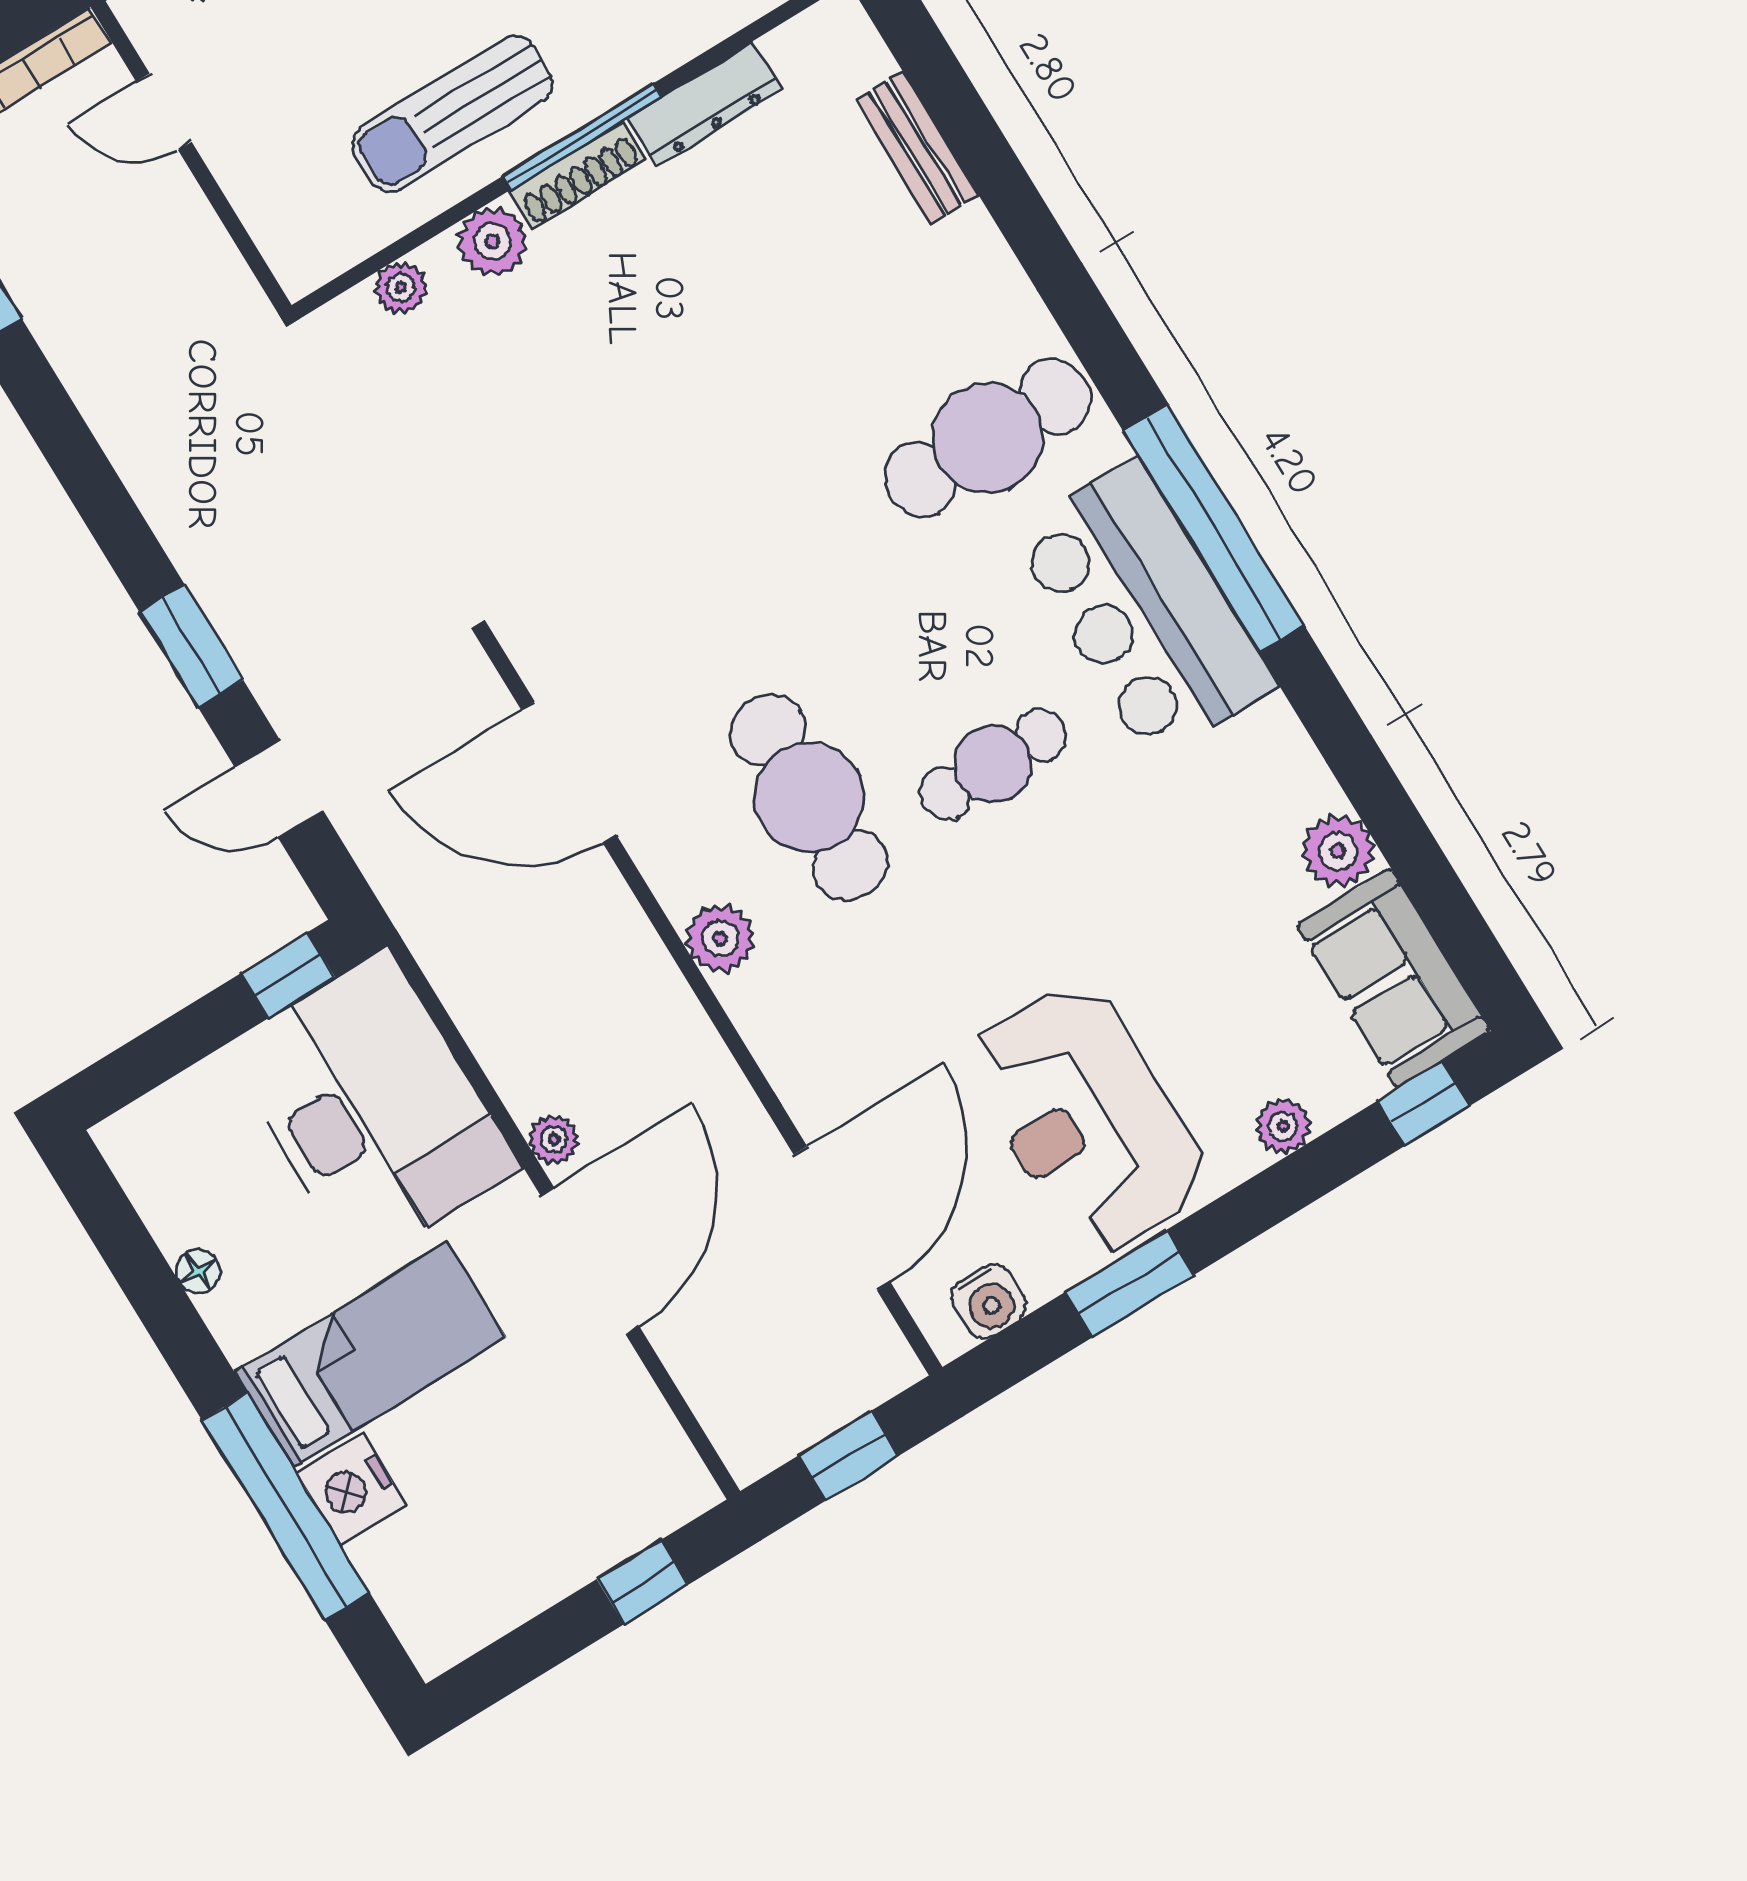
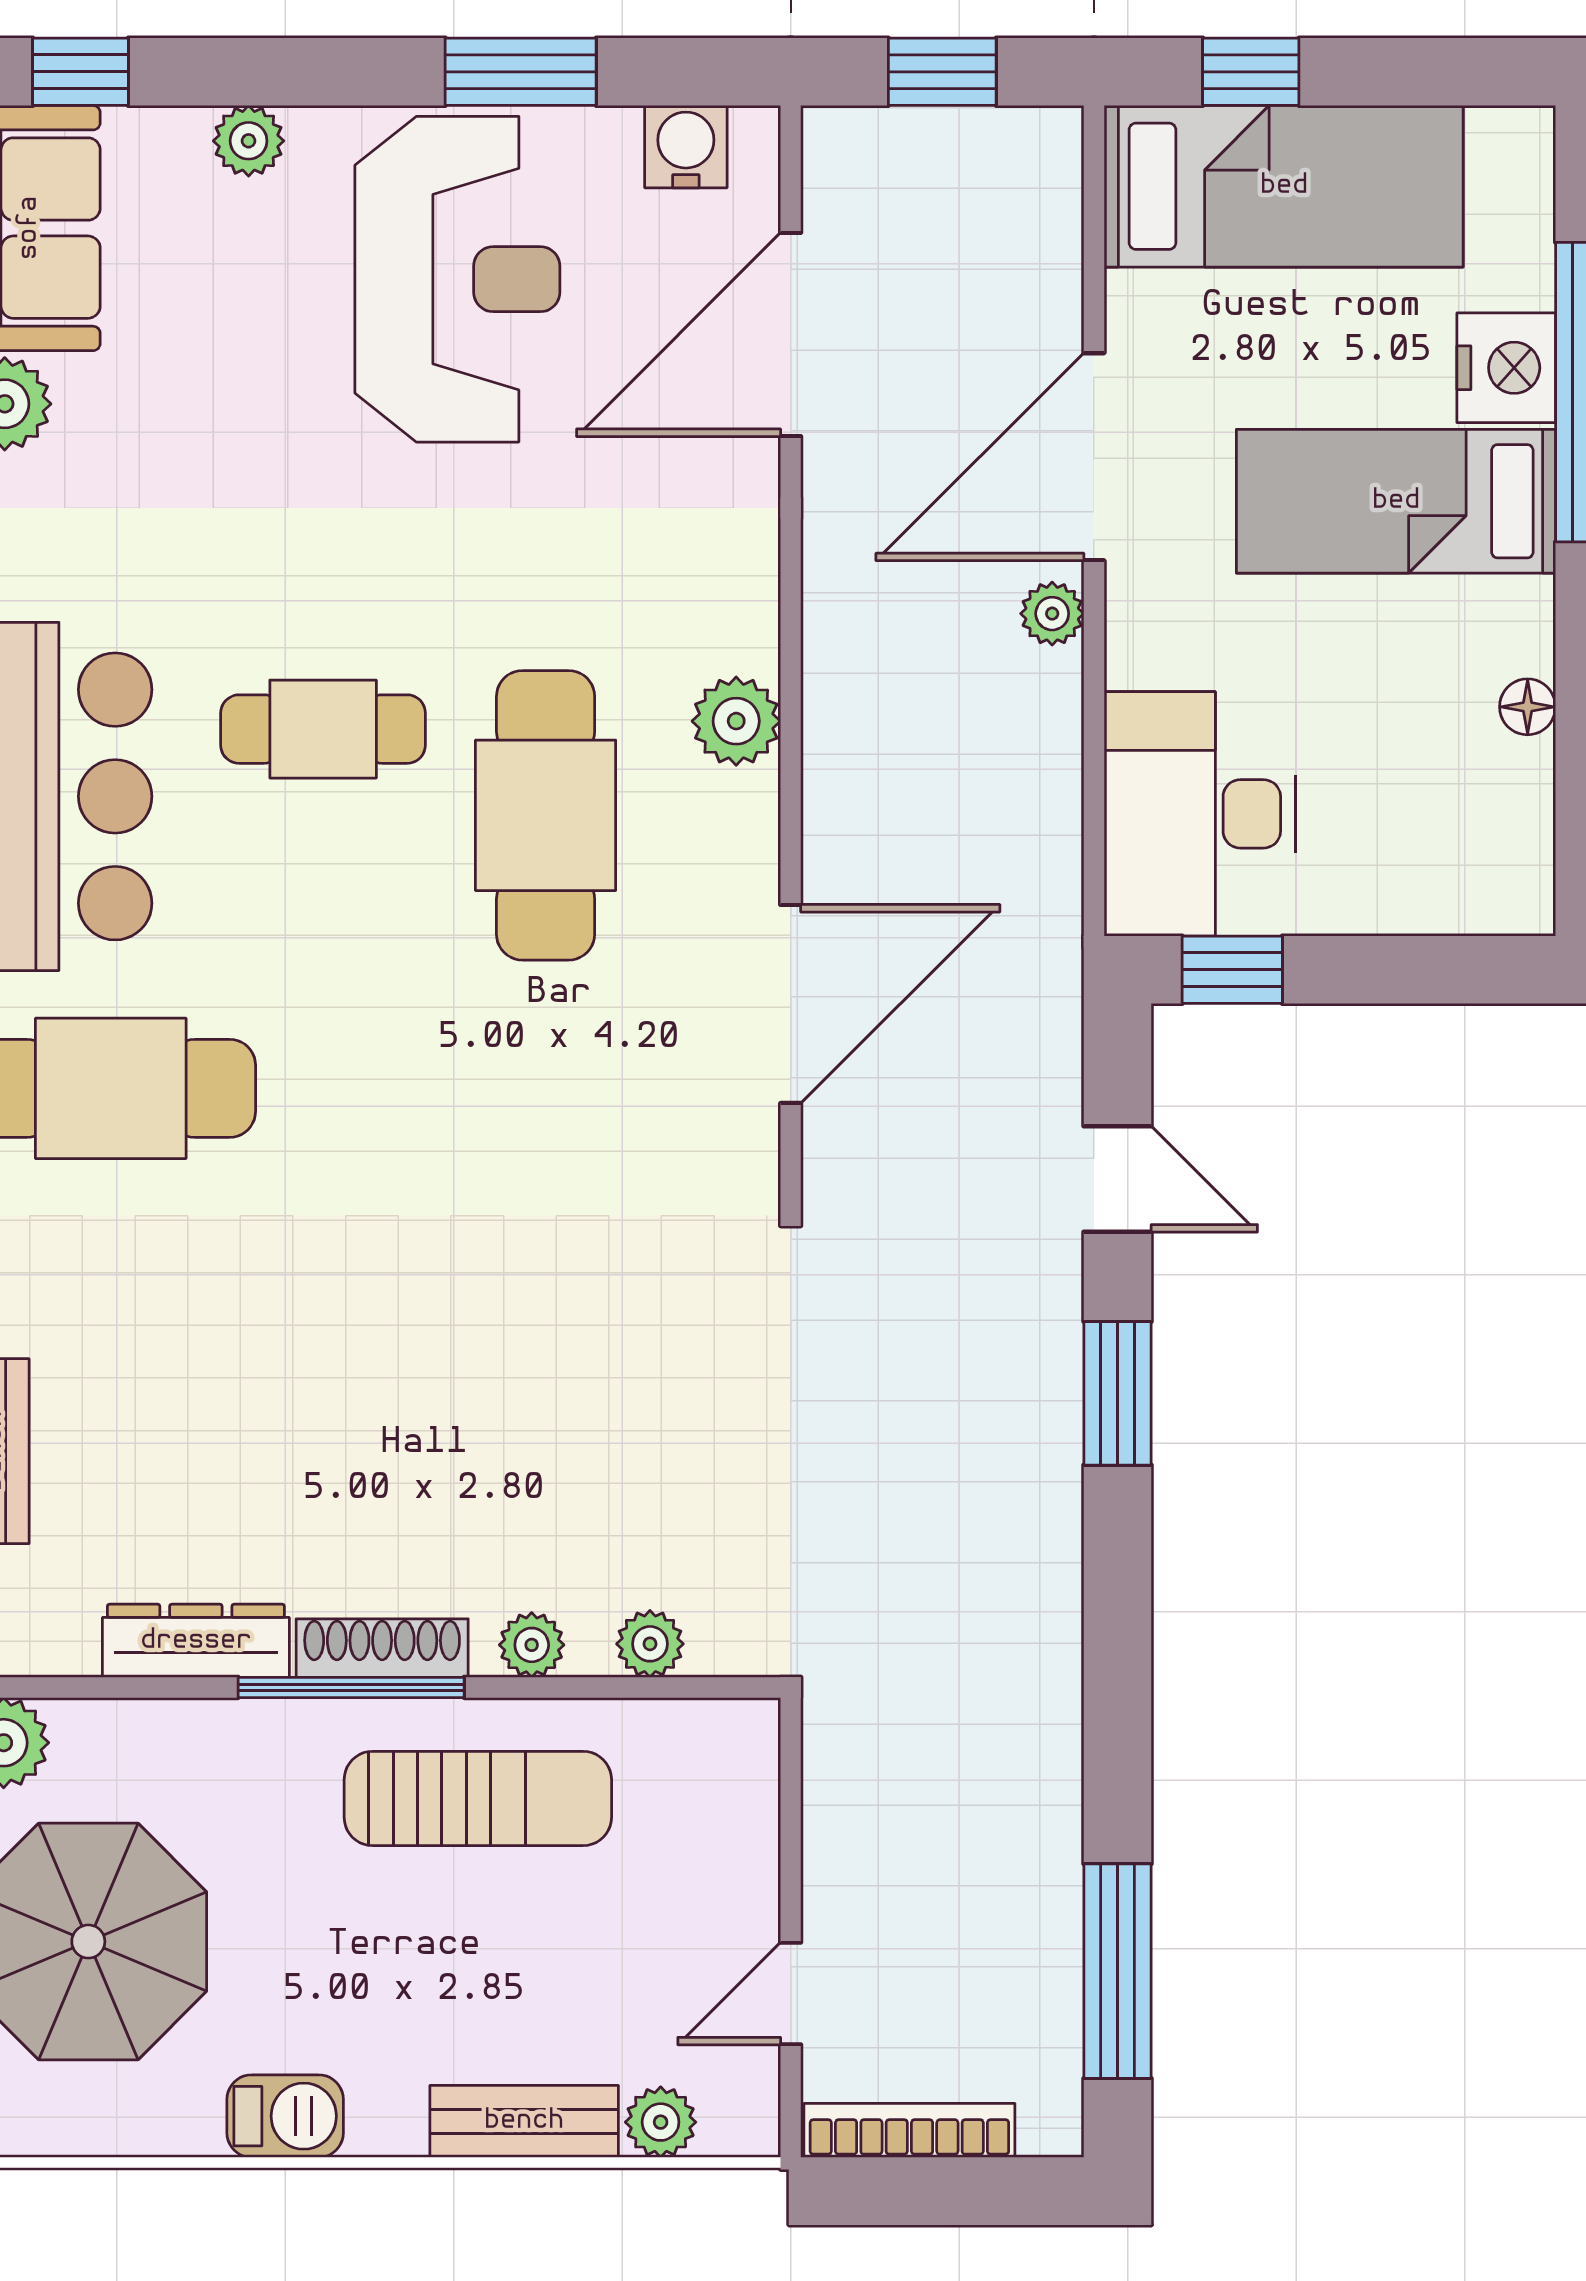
door: (164, 112) -> (791, 1994), swing flipped
plant: (492, 242) -> (532, 1645), width x0.73, depth x0.73
door: (568, 772) -> (791, 1004), hinge flipped
desk: (372, 1108) -> (1200, 814), width x0.73, depth x0.77
bed: (574, 1519) -> (1284, 186), added

